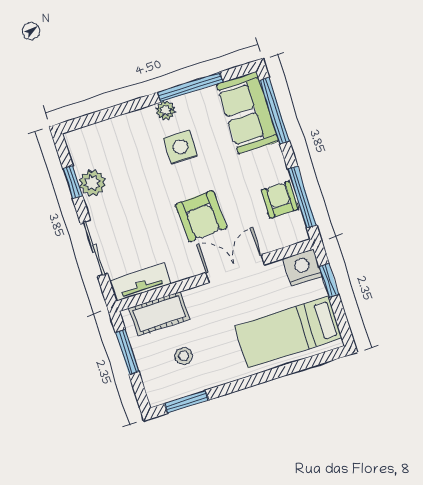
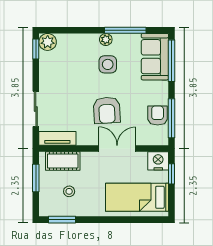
window: (73, 182) -> (36, 49), moved
plant: (92, 183) -> (48, 42), moved

